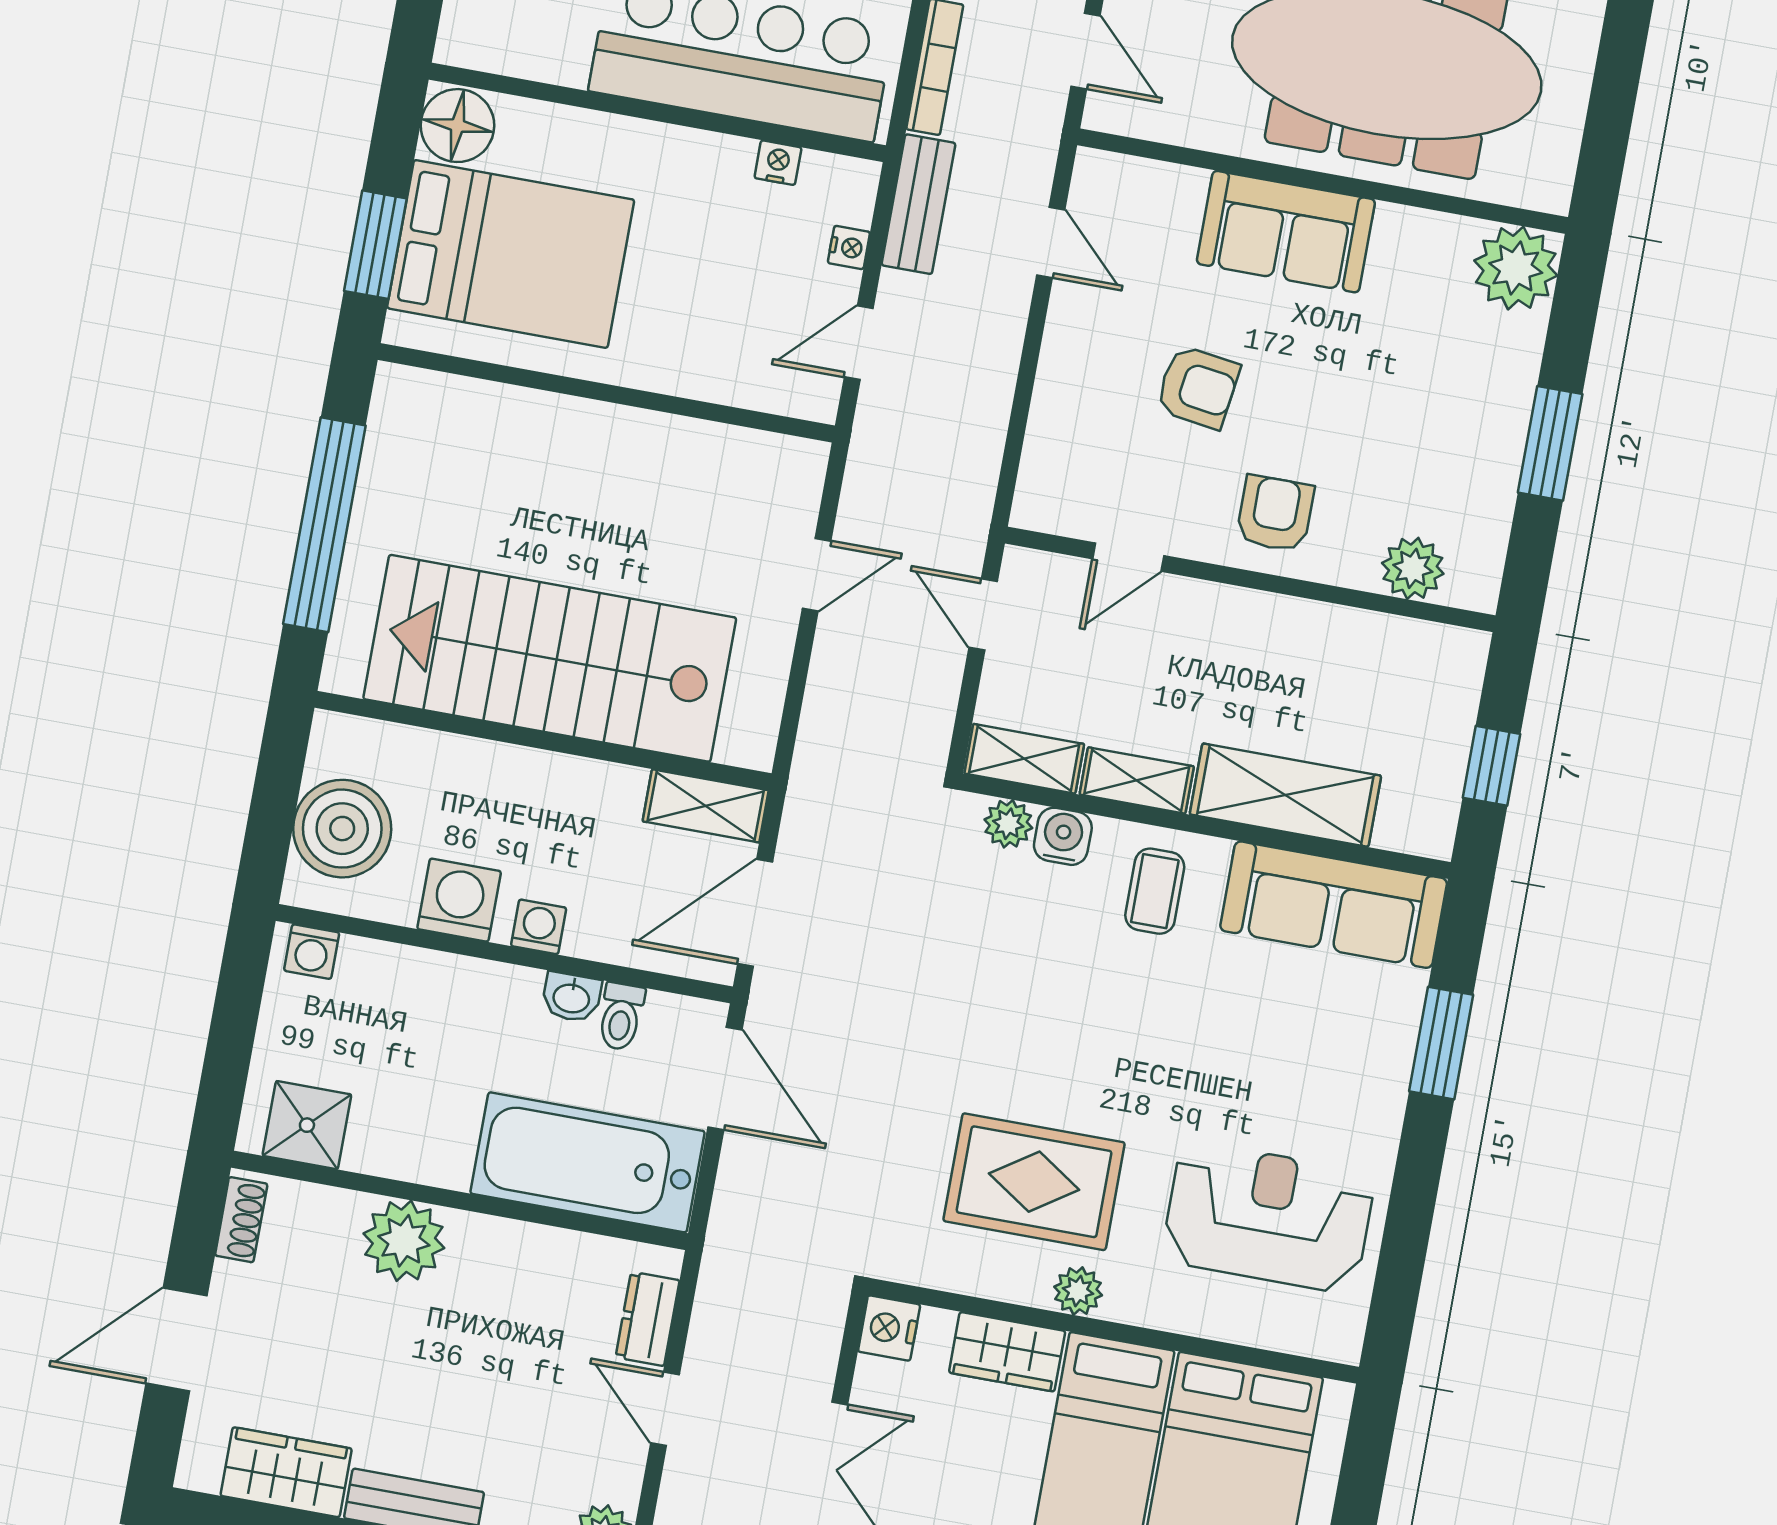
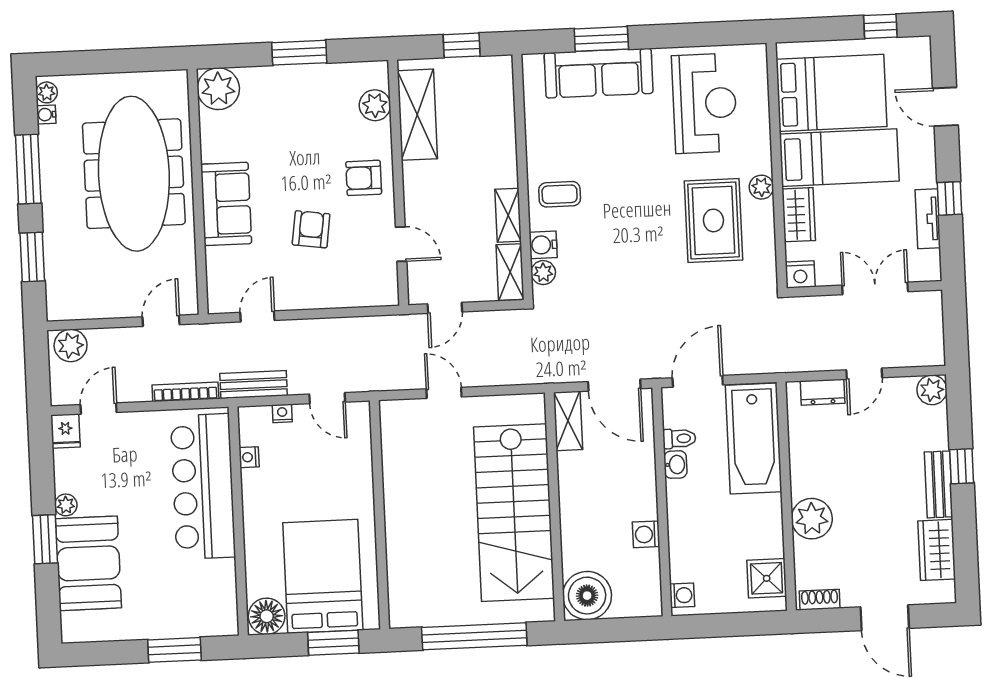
shelving: (1285, 795) -> (417, 115), moved
boiler: (342, 829) -> (587, 596), moved
washing machine: (459, 900) -> (646, 534), width x0.73, depth x0.73
sofa: (1334, 905) -> (599, 73), moved, turned 90
washing machine: (539, 927) -> (645, 488), removed
reception desk: (1268, 1217) -> (705, 103), turned 180

